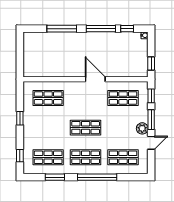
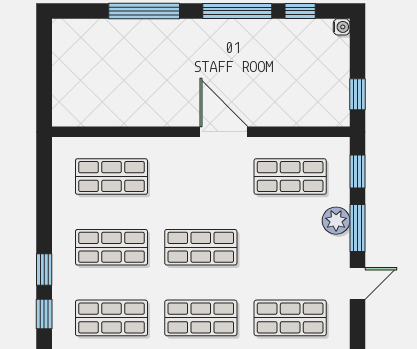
window: (20, 118) -> (44, 270), moved
shop shelf: (48, 128) -> (111, 247), added
plant: (142, 128) -> (336, 221), moved

